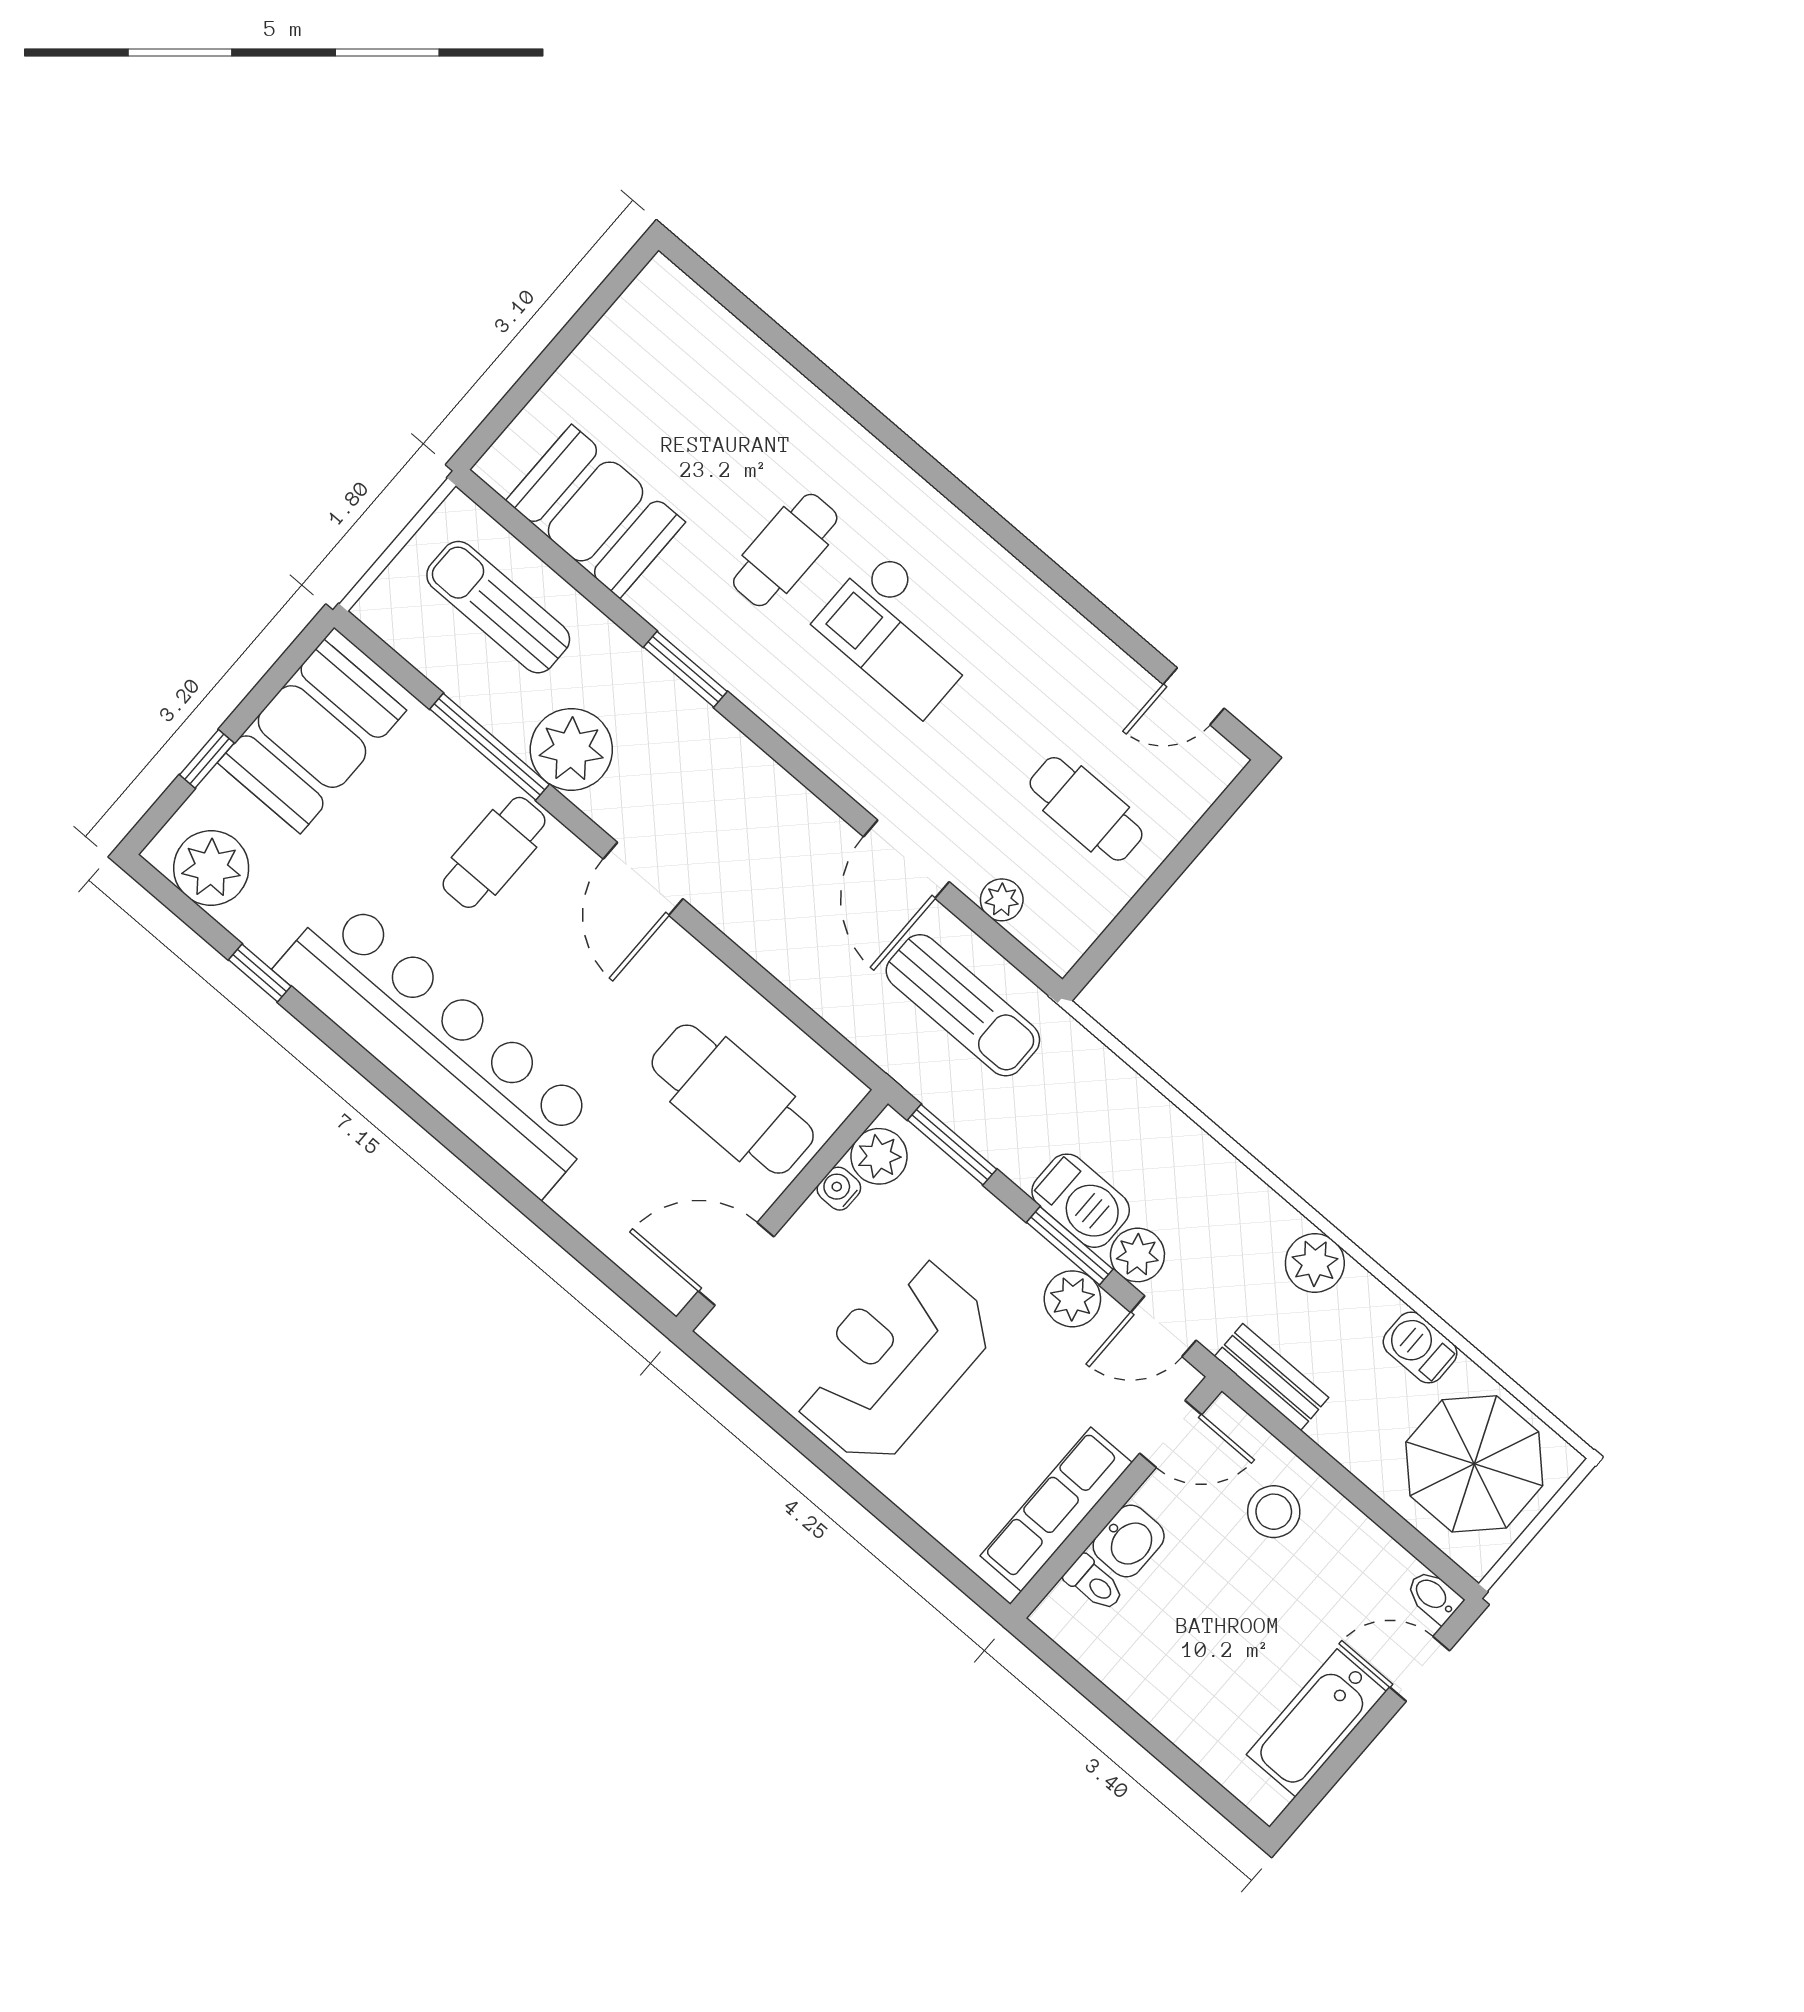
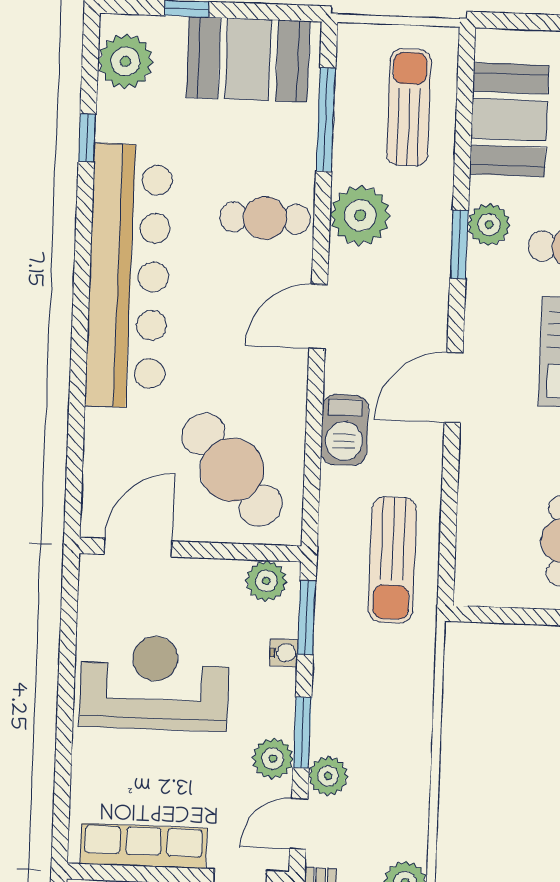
window: (490, 747) -> (326, 120), moved
door: (906, 859) -> (454, 388), moved
plant: (1002, 900) -> (489, 225), moved, width x1.38, depth x1.38
cafe table: (733, 1099) -> (232, 470), turned -41
water cooler: (839, 1189) -> (284, 653), moved, turned 90
barbecue: (1081, 1201) -> (344, 430), moved
door: (736, 1264) -> (138, 548), hinge flipped
door: (1163, 1326) -> (299, 824), hinge flipped

